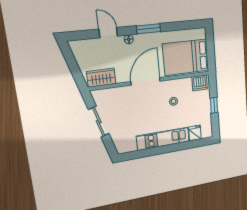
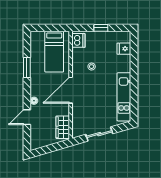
window: (149, 29) -> (27, 67), moved
bed: (186, 57) -> (54, 52), width x0.67
door: (146, 81) -> (71, 90), hinge flipped
kitchen unit: (163, 139) -> (124, 97), moved

